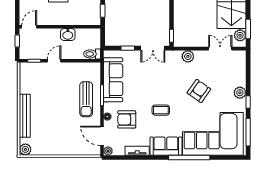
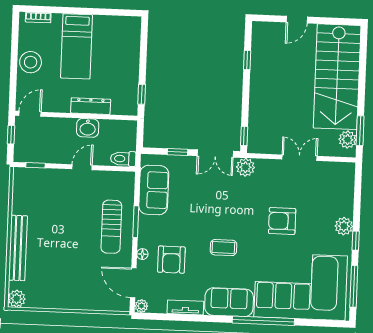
dresser: (69, 20) -> (91, 106), added
double door: (220, 49) -> (299, 158), moved
plant: (188, 56) -> (245, 167), moved
door: (54, 61) -> (82, 167), moved
sofa: (113, 80) -> (154, 190), width x0.73
armchair: (199, 91) -> (282, 221), turned -125
armchair: (127, 119) -> (171, 260), turned -90

